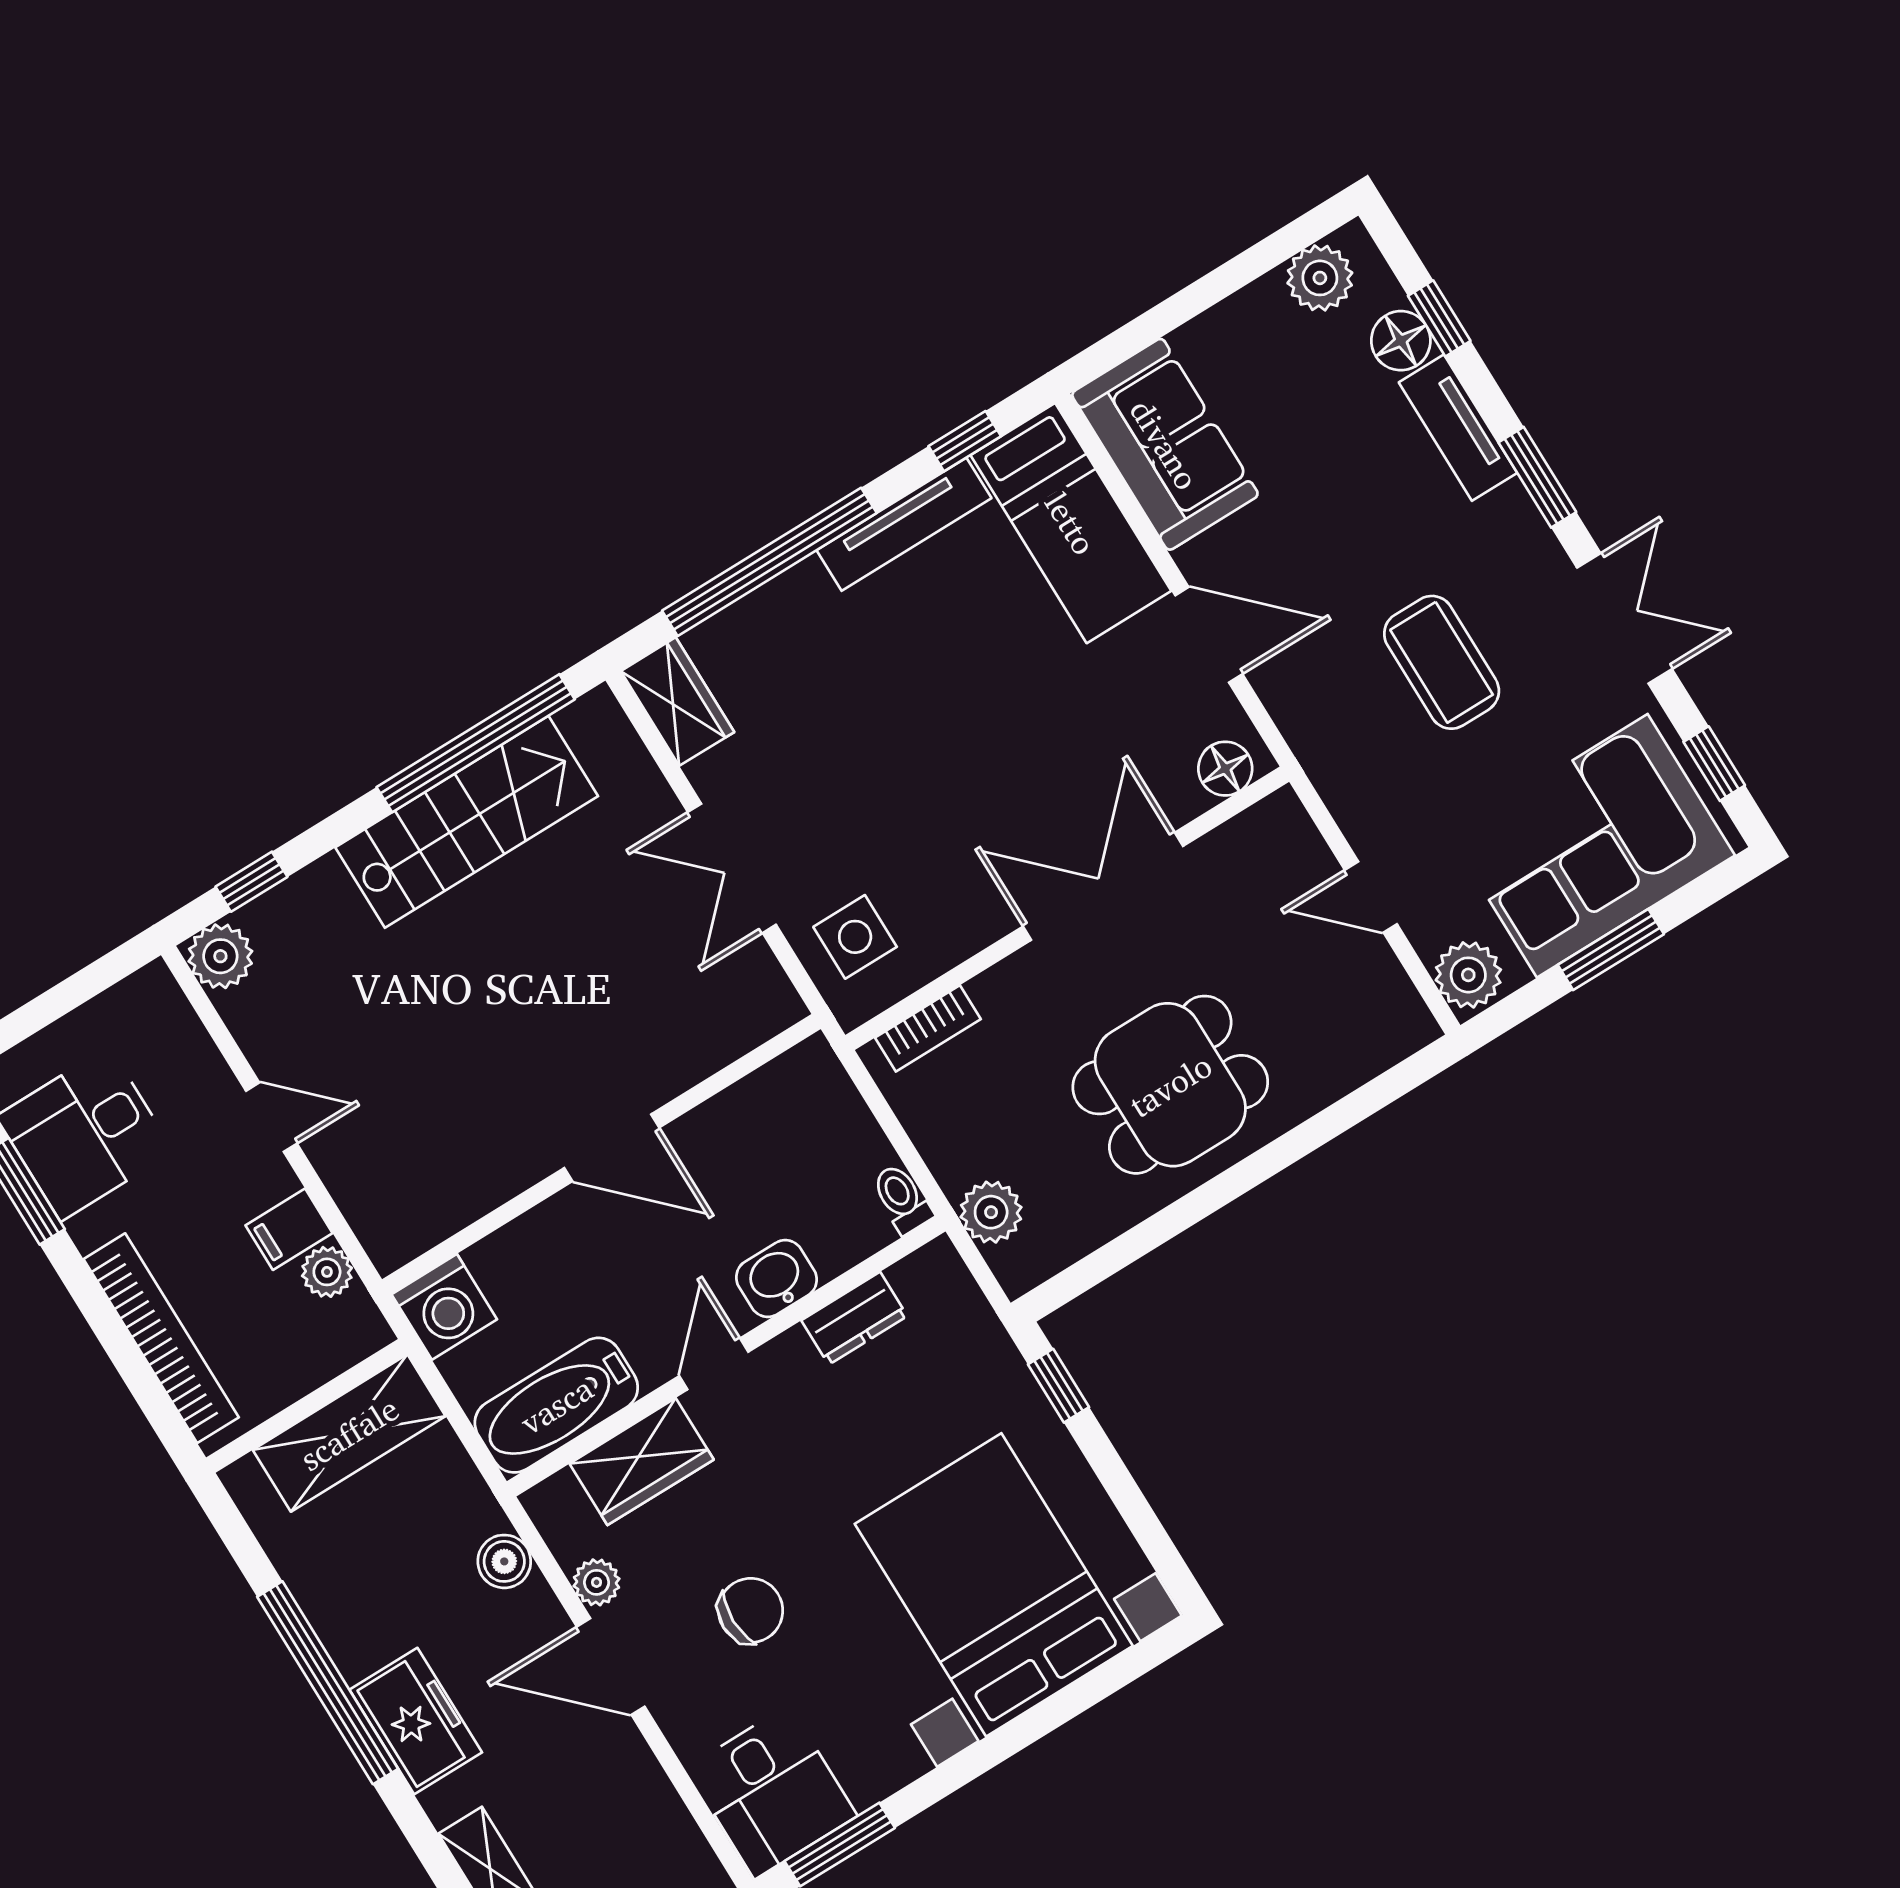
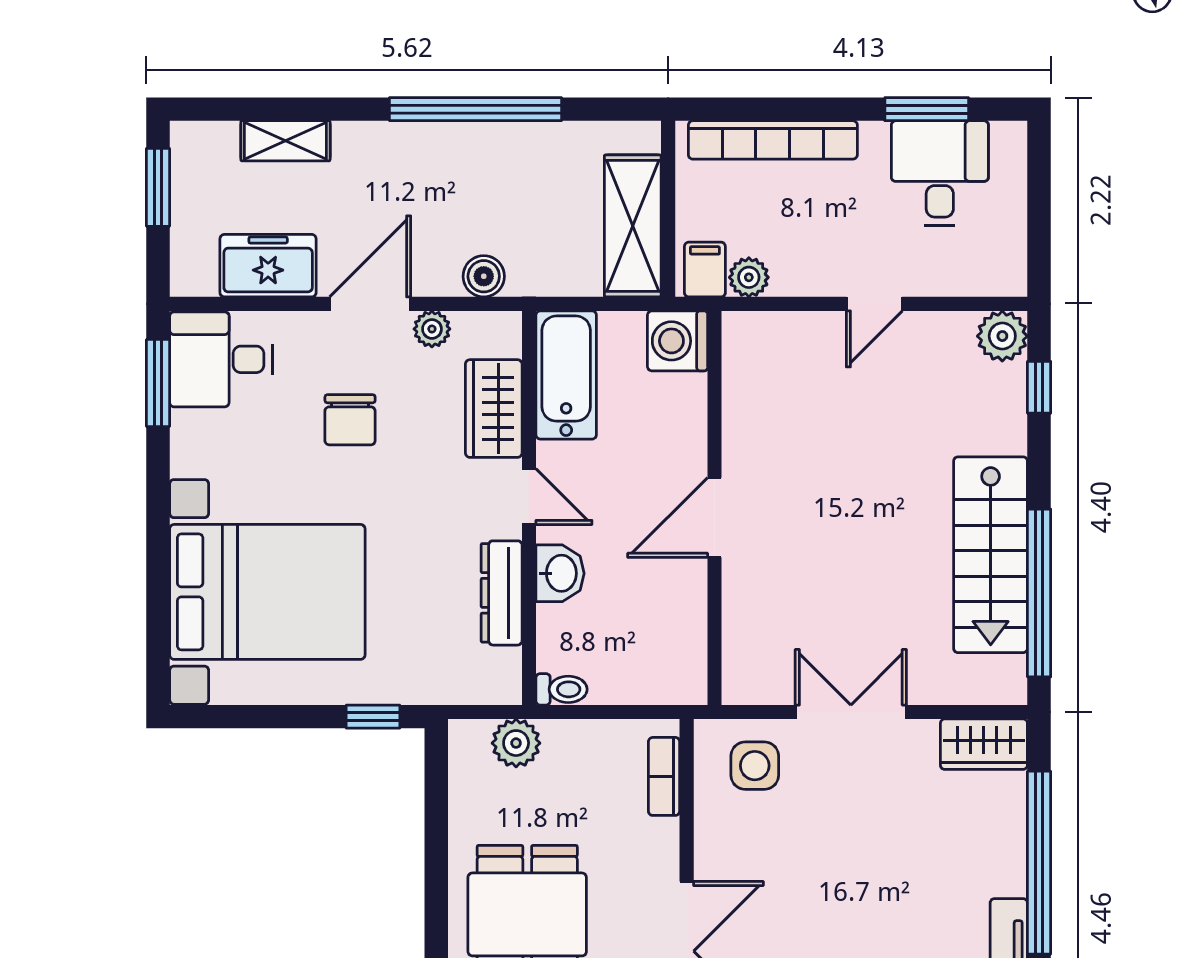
filing cabinet: (289, 1229) -> (705, 270), moved
dresser: (854, 1318) -> (502, 593), width x1.44
freezer: (416, 1721) -> (268, 266), moved, turned 180

